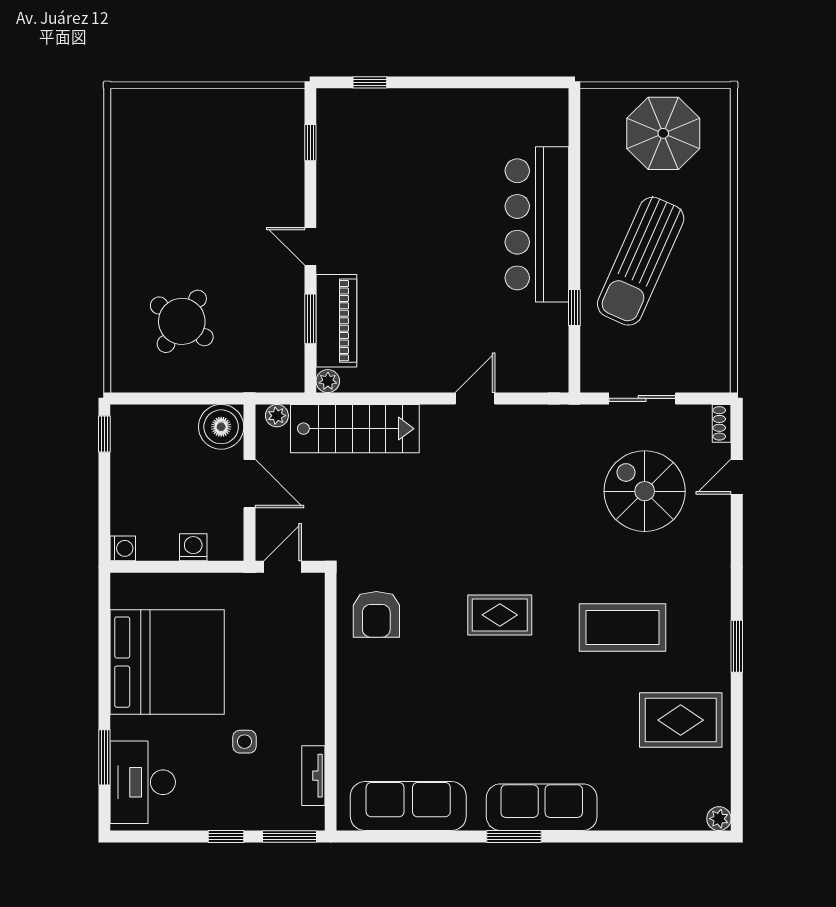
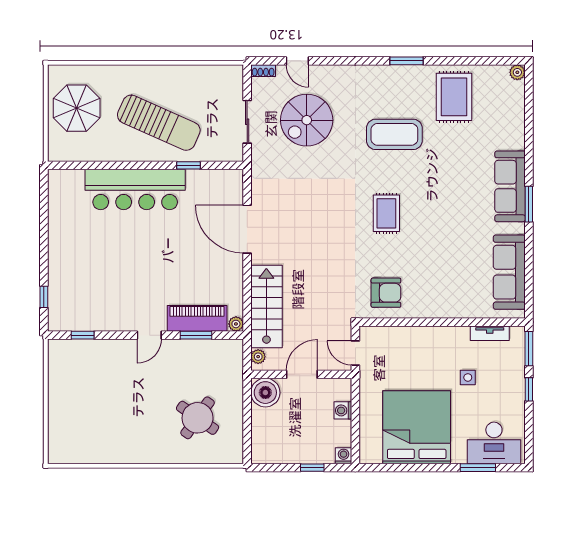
door: (475, 398) -> (247, 229), width x1.87
window: (104, 434) -> (312, 468), moved
coffee table: (622, 627) -> (394, 134), turned 90

